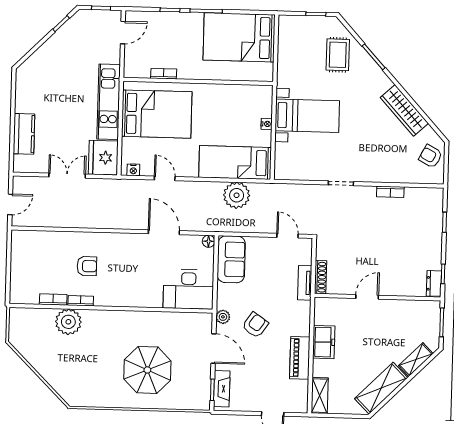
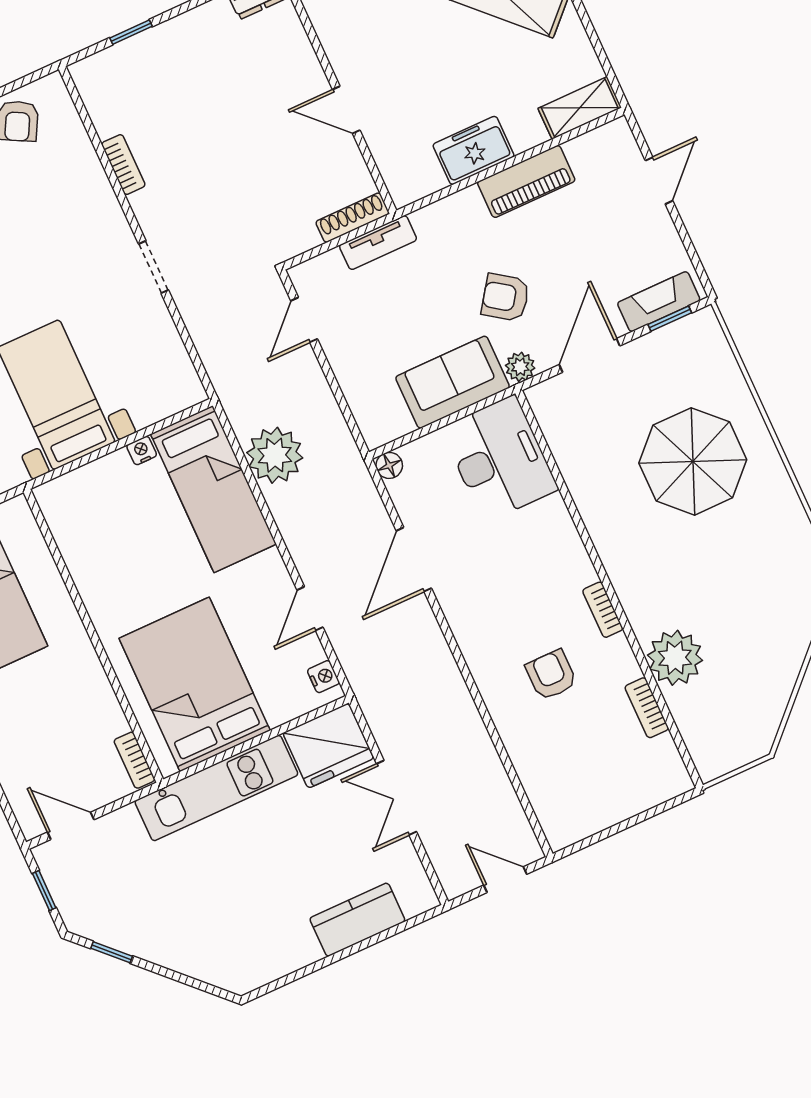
bookcase: (164, 74) -> (134, 760), moved
nightstand: (267, 124) -> (142, 451), moved
sofa: (231, 259) -> (453, 382), moved
bookcase: (81, 301) -> (603, 610), moved

